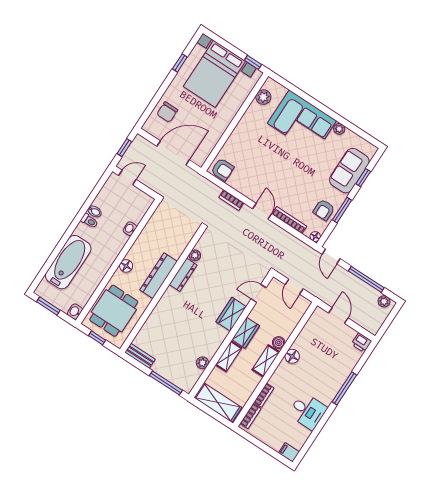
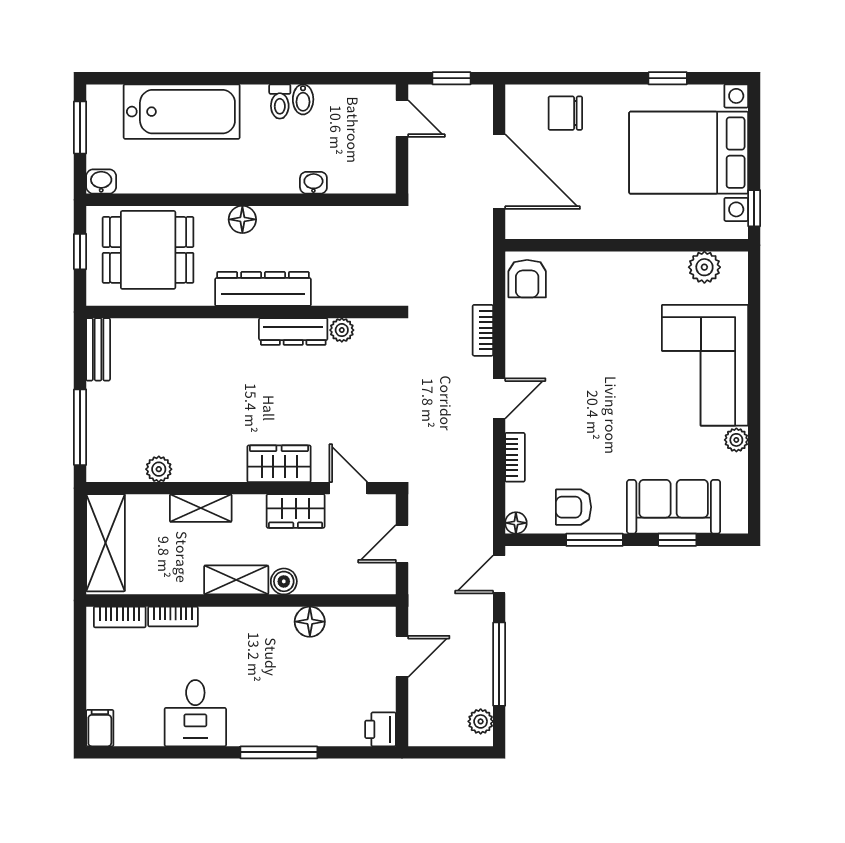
bookcase: (289, 220) -> (515, 457), width x0.64
wardrobe: (246, 333) -> (296, 511), moved
floor lamp: (292, 356) -> (310, 622), moved

